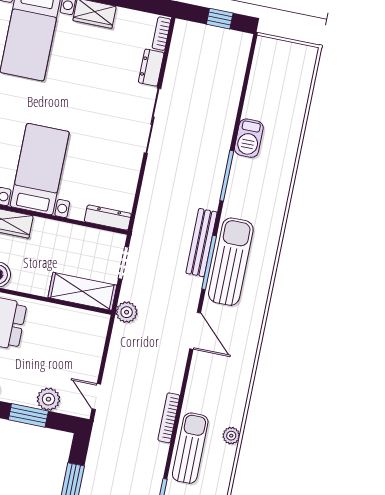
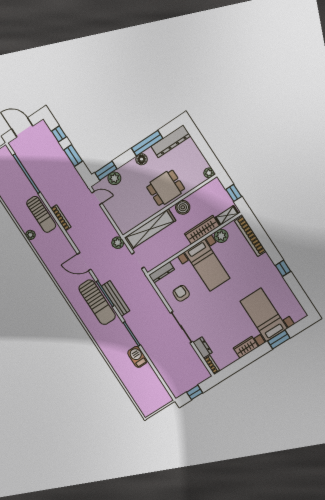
armchair: (109, 165) -> (181, 293), added
shelving: (82, 291) -> (150, 229), width x1.47
window: (28, 415) -> (106, 171), moved

